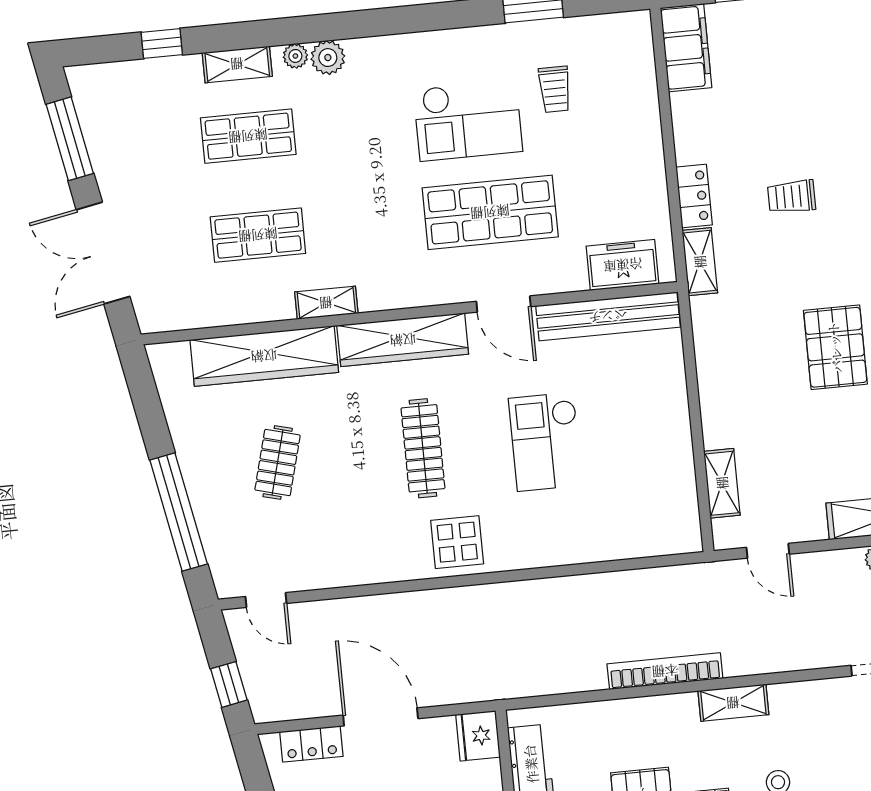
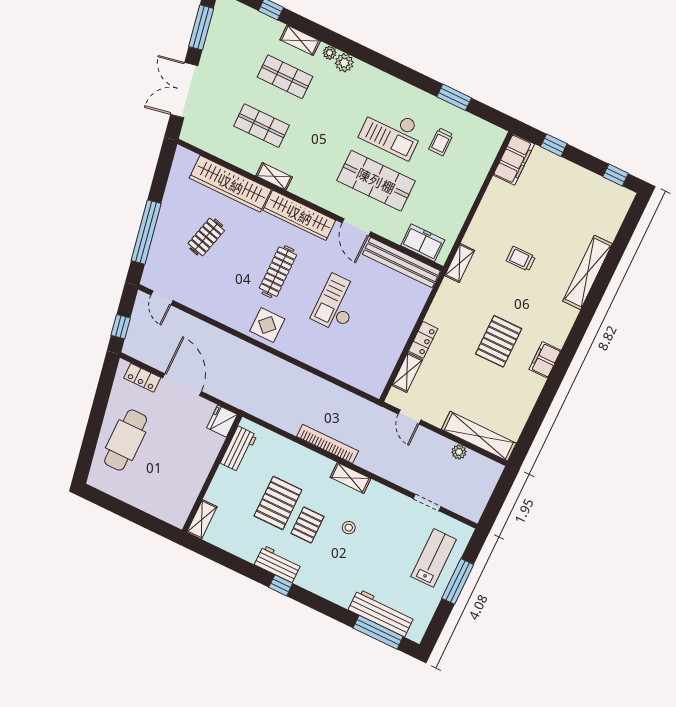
locker: (694, 196) -> (423, 340), moved

